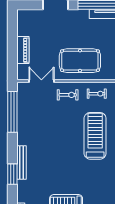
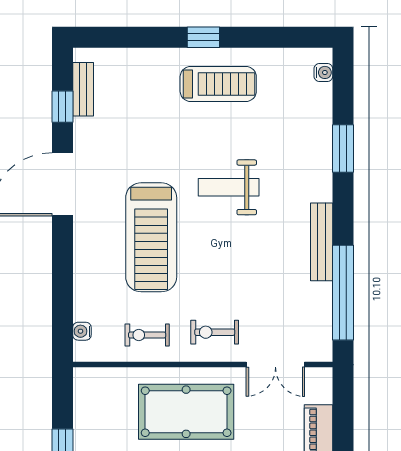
weight bench: (62, 157) -> (229, 187), added
bench: (22, 162) -> (322, 242), moved

